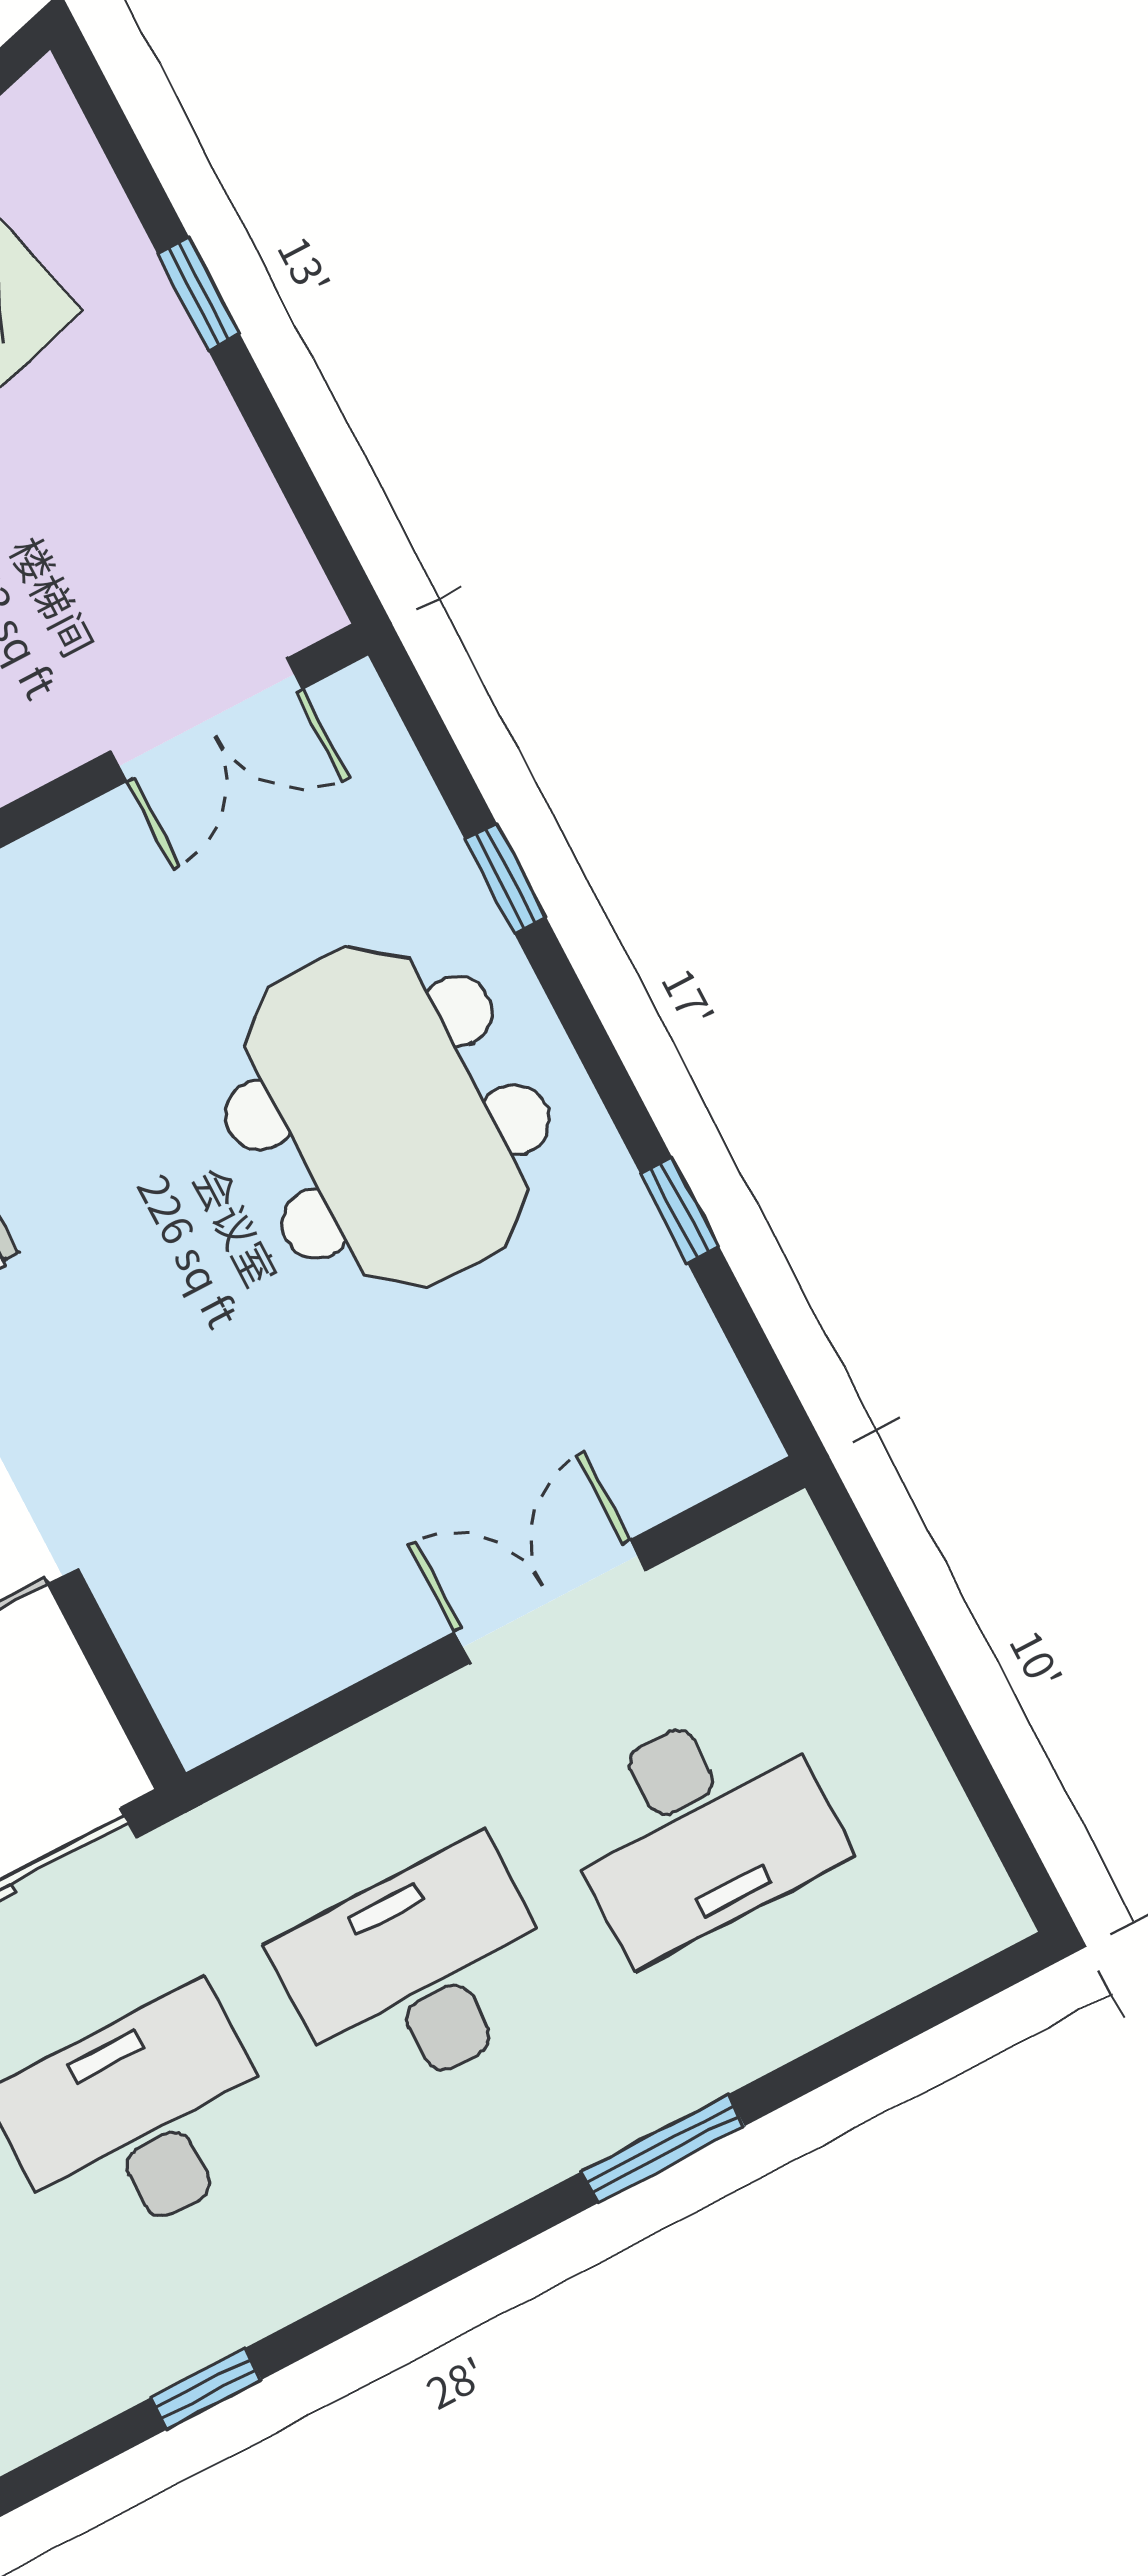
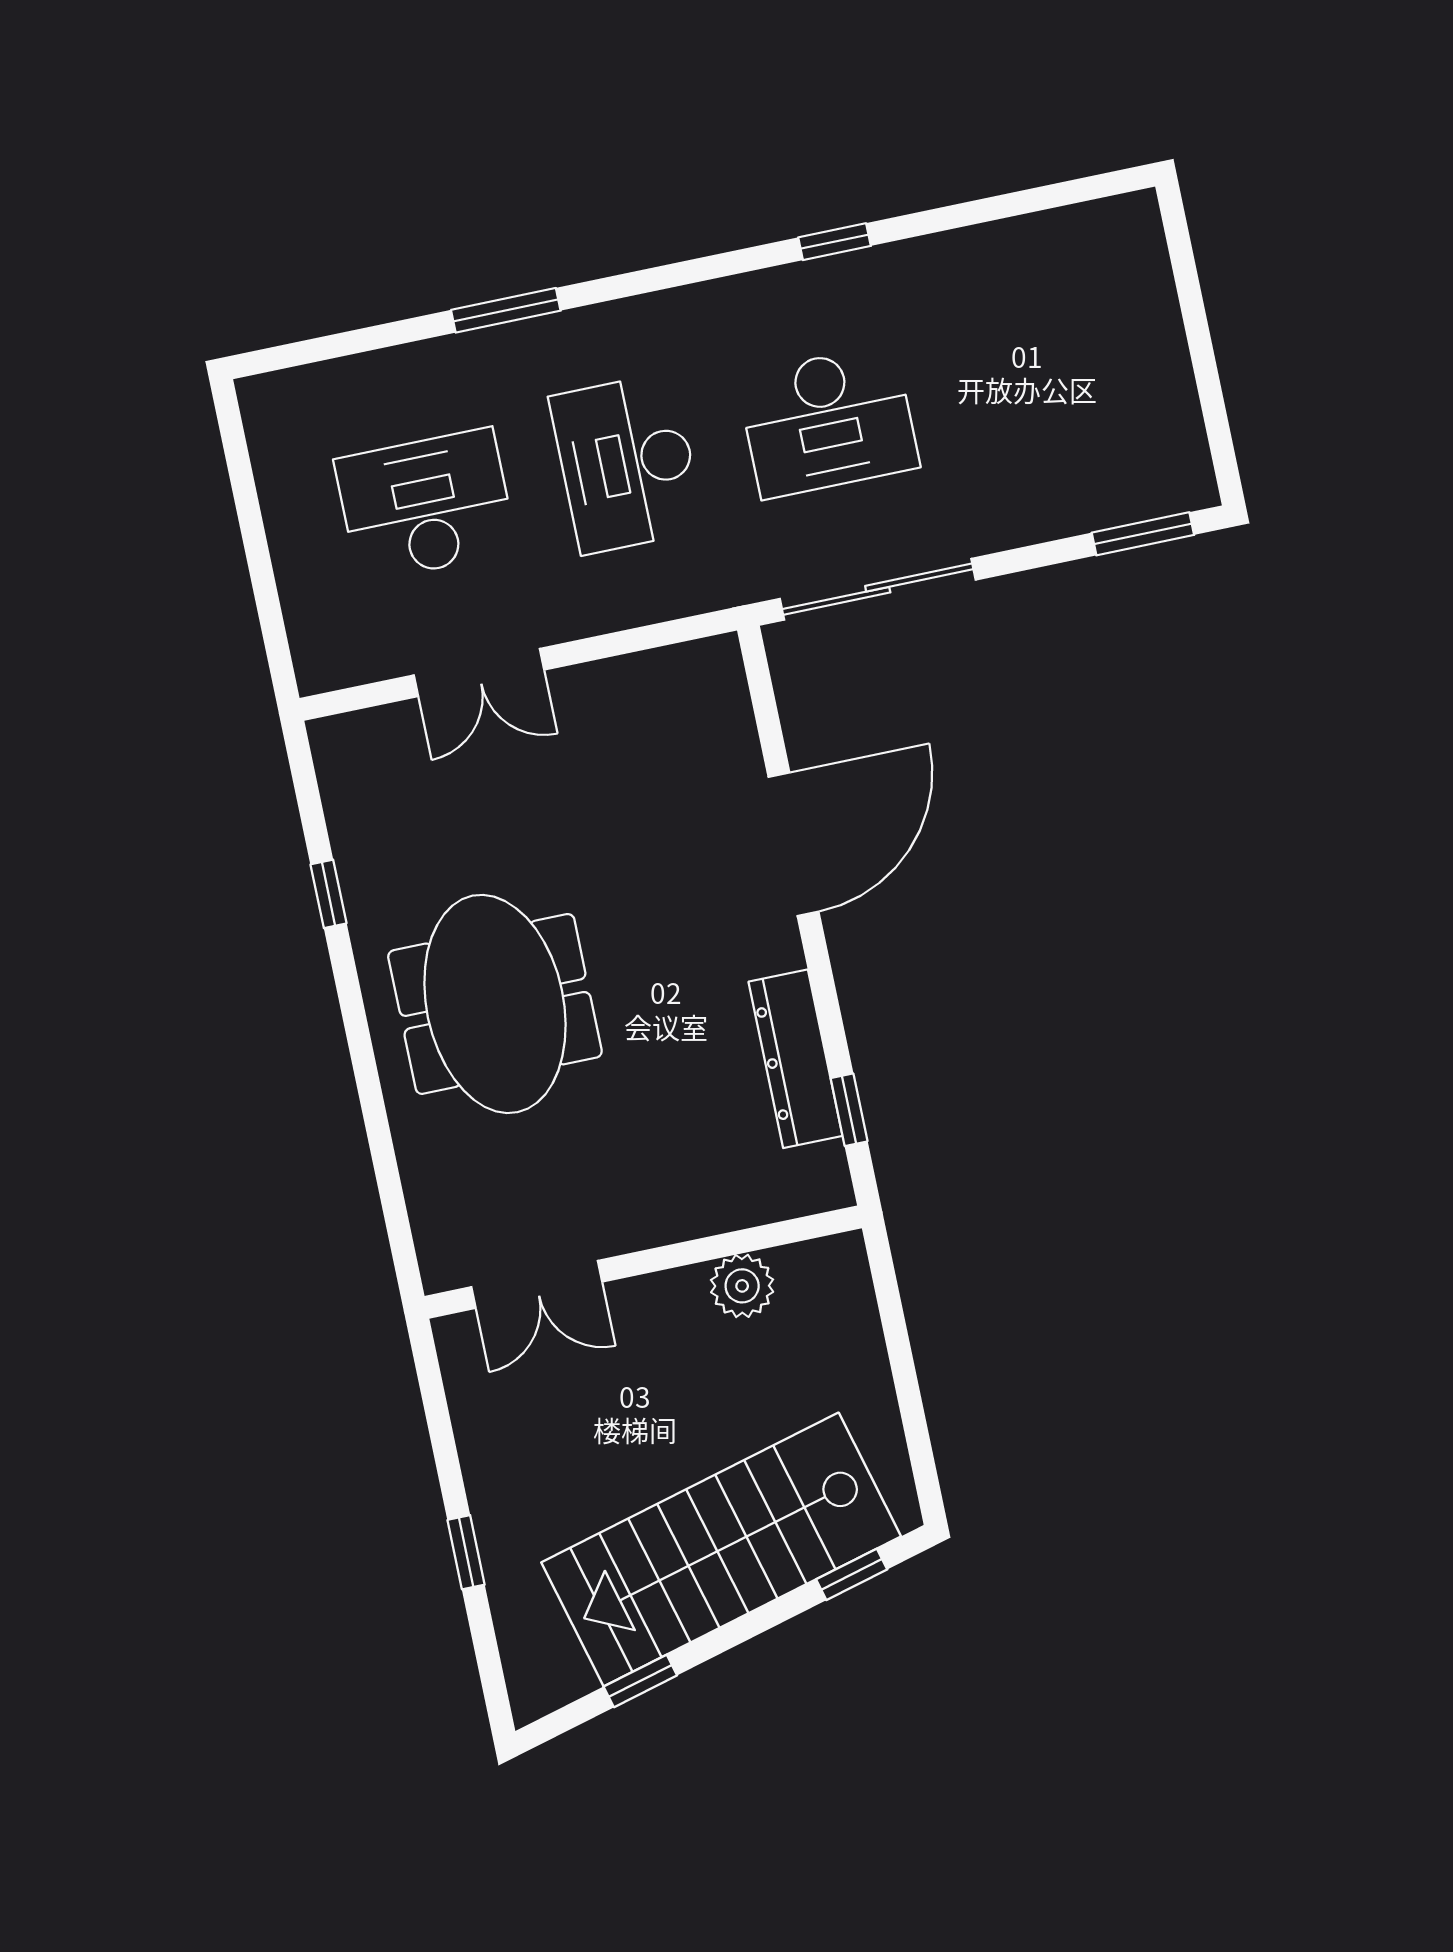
double door: (207, 720) -> (537, 1284), swing flipped
window: (506, 879) -> (378, 1132), removed
desk: (420, 1973) -> (627, 463), turned 90

